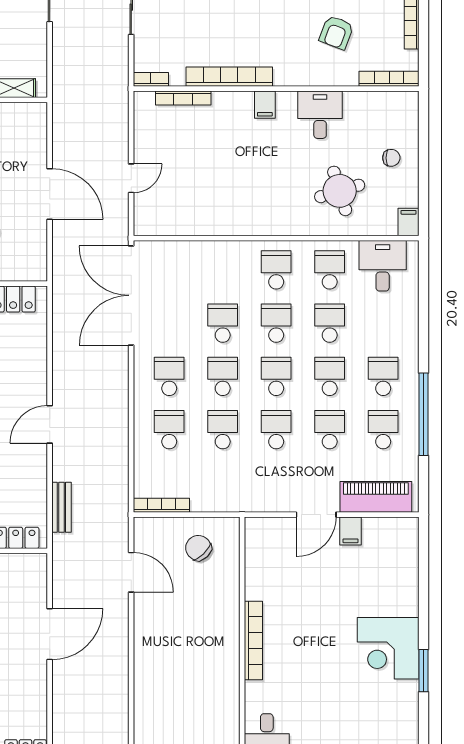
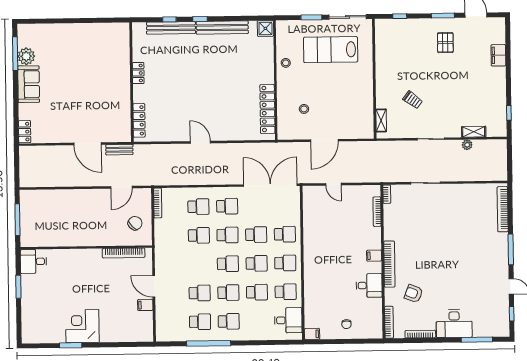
bookcase: (229, 77) -> (389, 264), moved
round table: (340, 191) -> (328, 297), removed
school desk: (276, 430) -> (285, 234), moved
piano: (376, 497) -> (164, 318), removed
bench: (61, 507) -> (119, 150), moved
bookcase: (253, 641) -> (124, 253), moved

